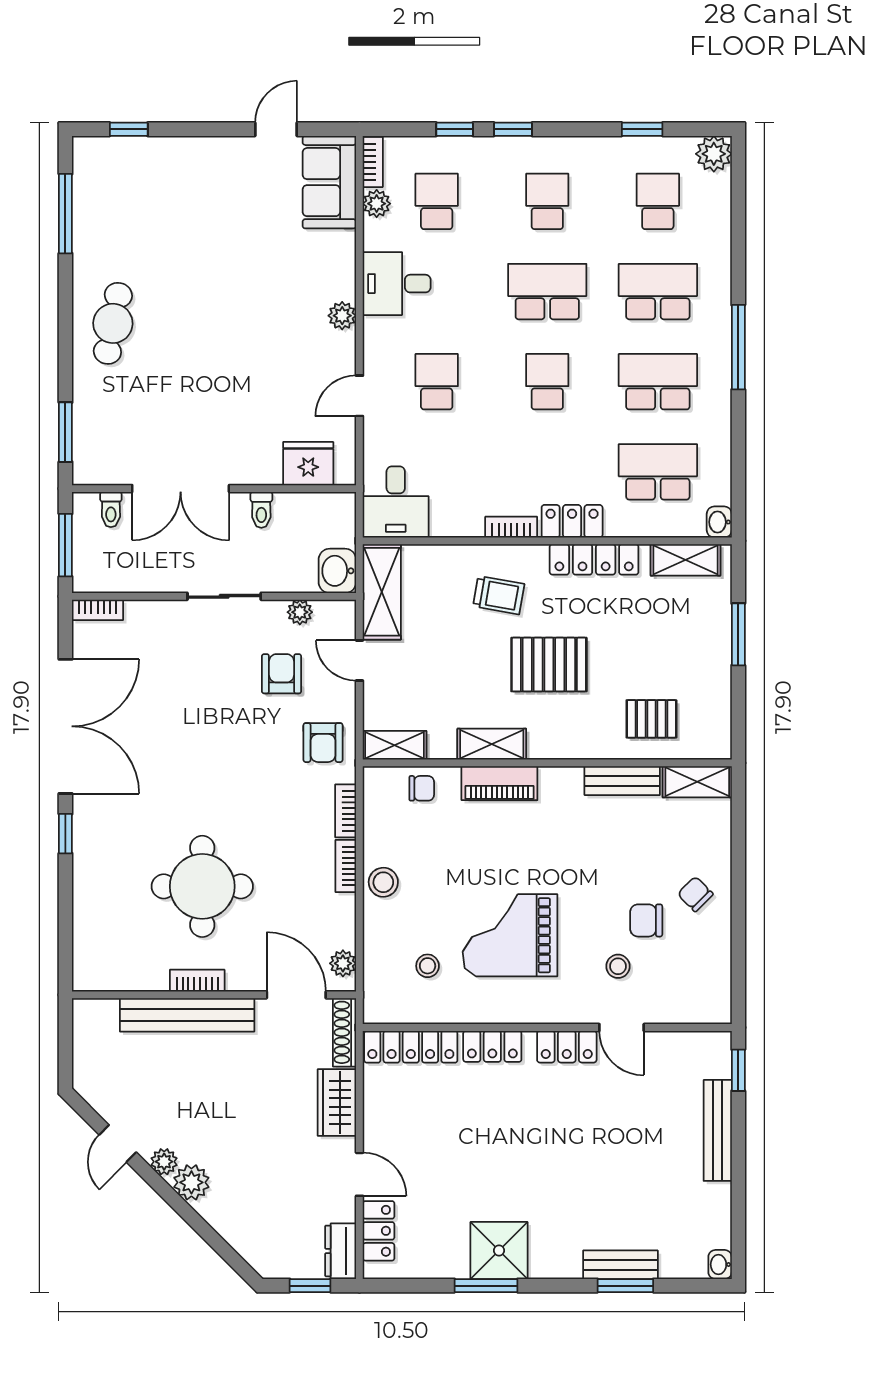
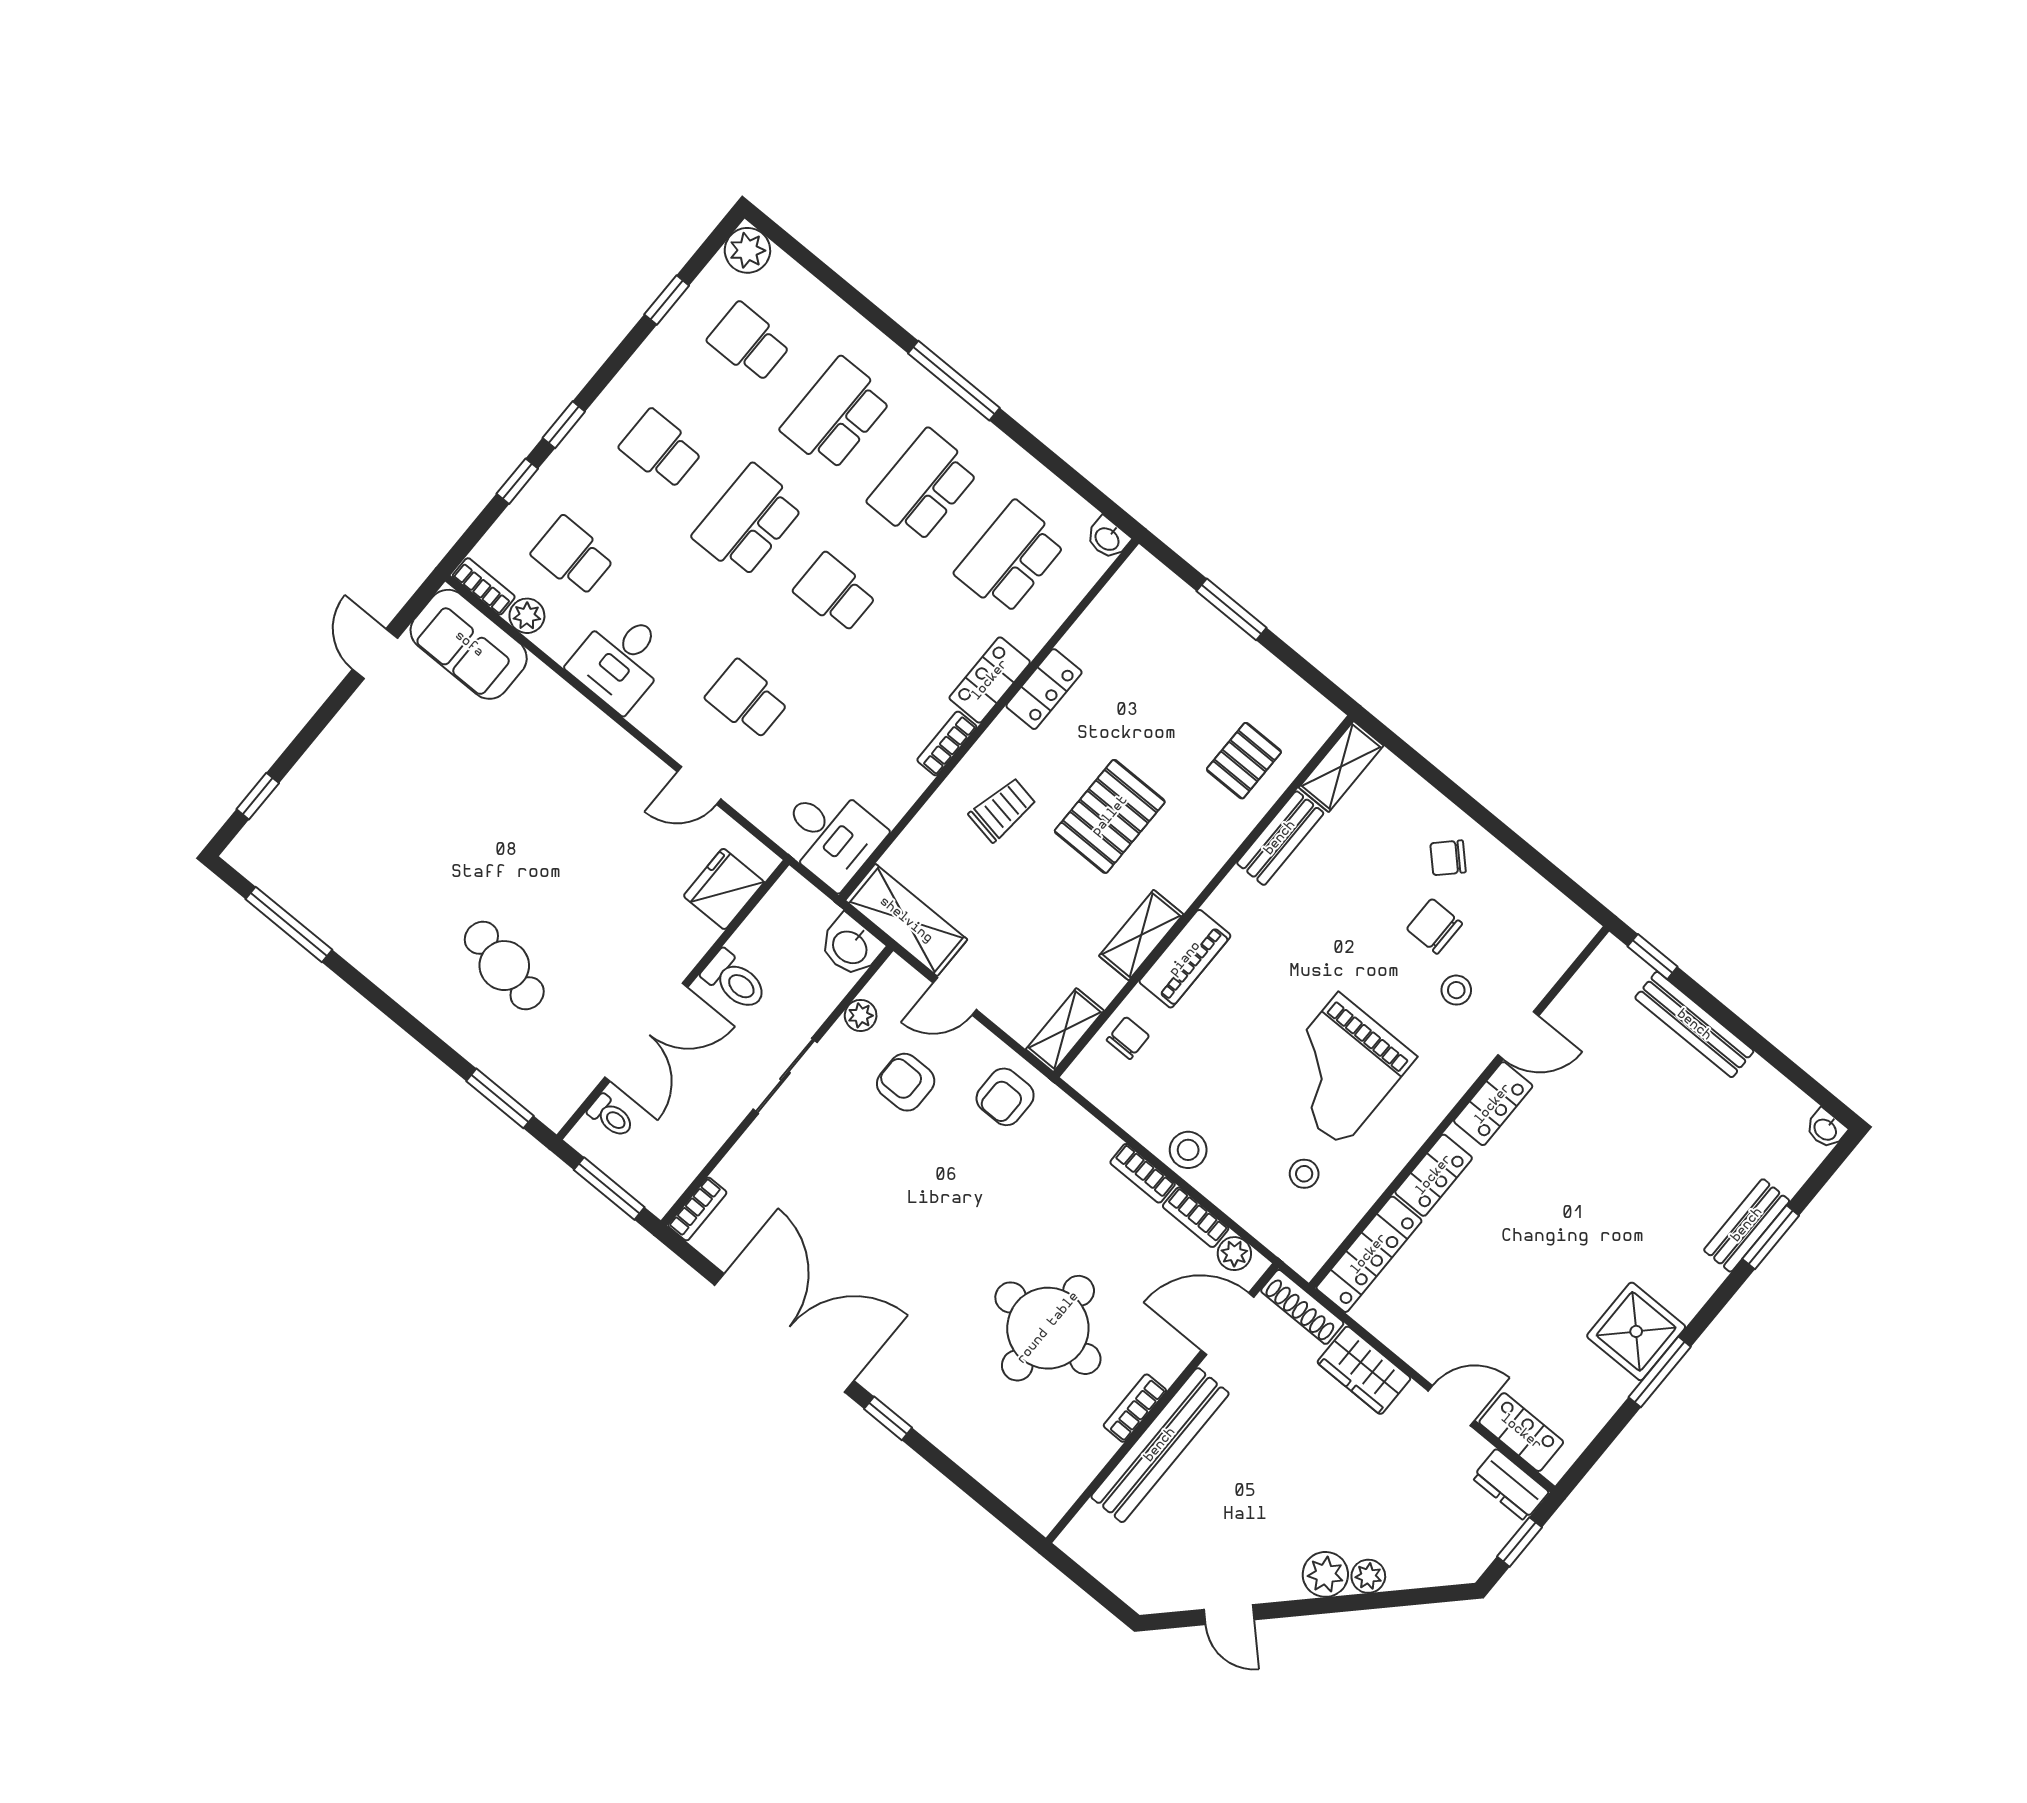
plant: (342, 316) -> (608, 738), removed
cafe table: (113, 323) -> (504, 966), moved
door: (359, 396) -> (699, 786), hinge flipped
toilet: (261, 510) -> (735, 981), width x1.37, depth x1.39
locker: (594, 559) -> (1044, 689), width x0.66
shelving: (685, 560) -> (1117, 601), removed
armchair: (323, 743) -> (1005, 1097), turned 90
bookcase: (346, 811) -> (1196, 1217), moved
chair: (646, 920) -> (1434, 926), turned 90
plant: (164, 1162) -> (1368, 1576), moved

